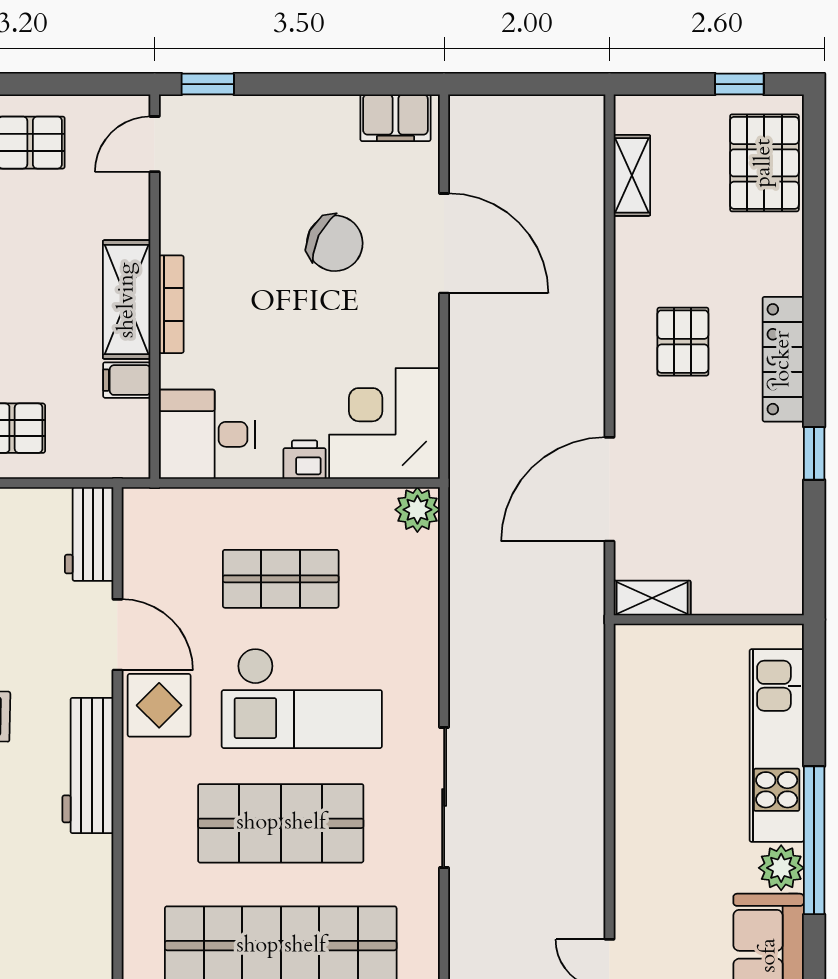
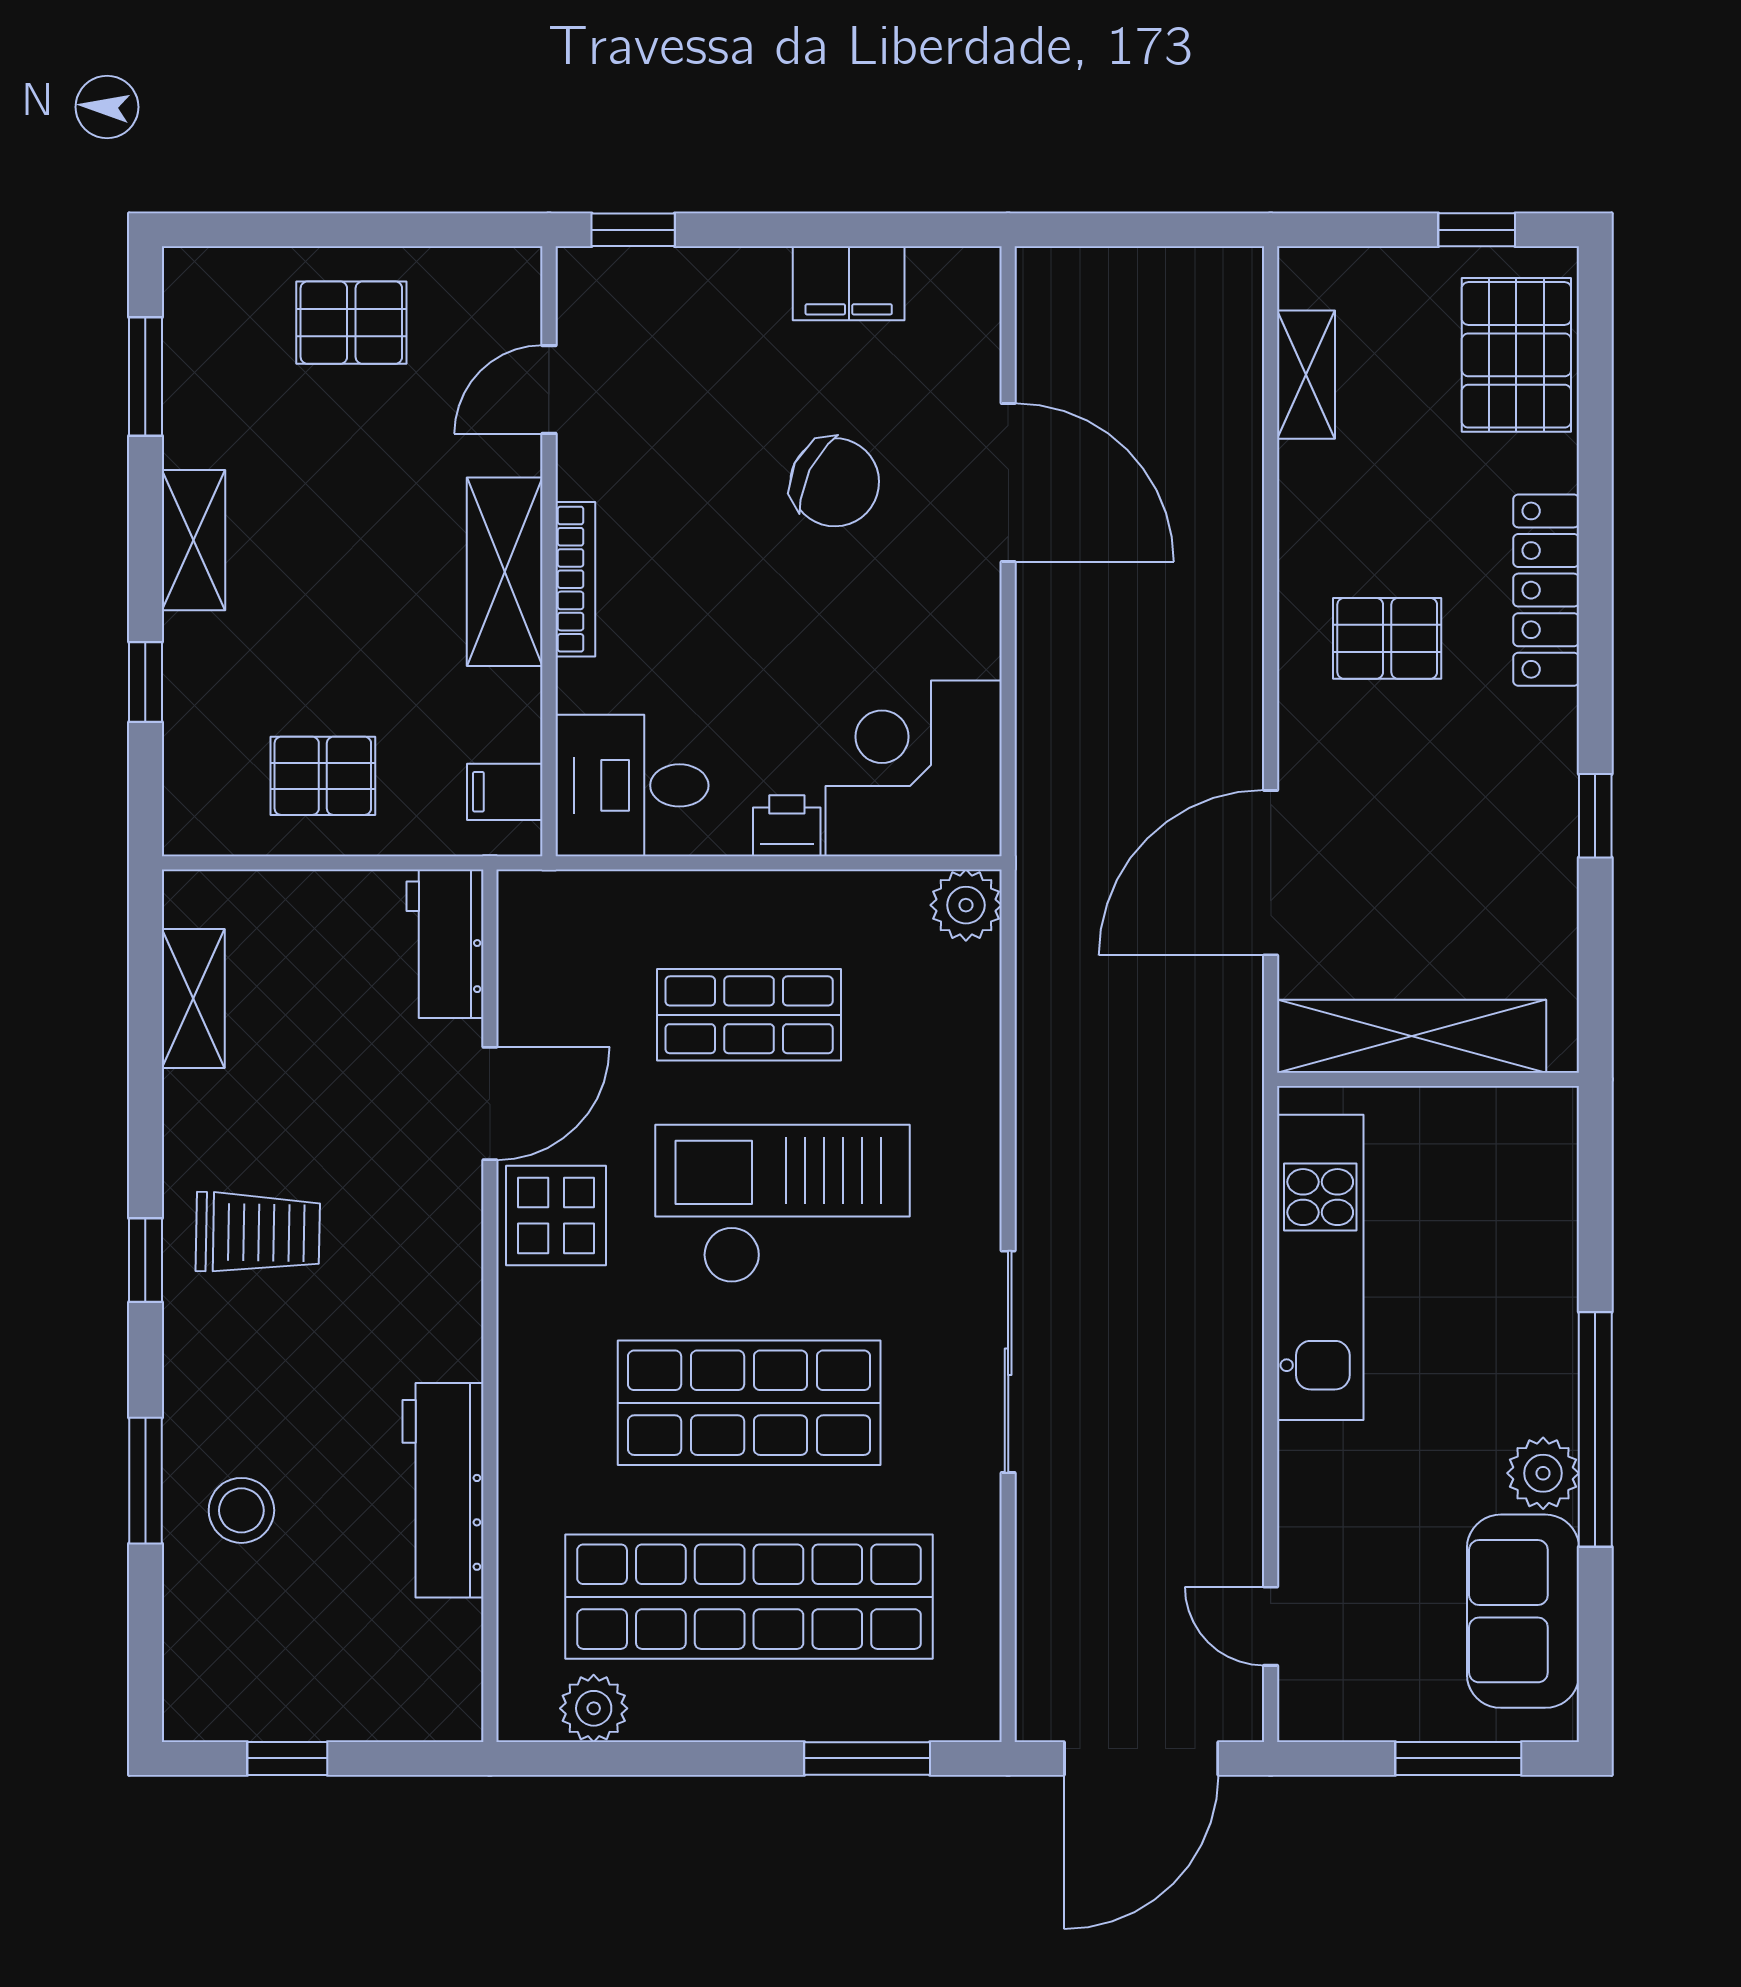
filing cabinet: (395, 118) -> (849, 283), moved
door: (155, 144) -> (549, 389), moved
pallet: (683, 342) -> (1387, 638), turned 90
locker: (783, 359) -> (1546, 590), moved
filing cabinet: (127, 380) -> (505, 792), moved
shelving: (652, 598) -> (1412, 1036), width x2.20, depth x1.33
door: (117, 635) -> (490, 1104), hinge flipped
checkout: (302, 698) -> (783, 1204), turned 180
kitchen unit: (777, 745) -> (1320, 1267), moved, turned 180
workbench: (88, 766) -> (443, 1490), moved

